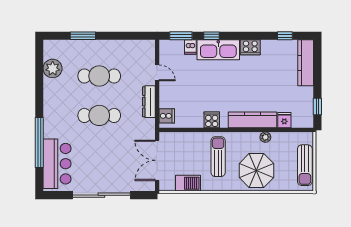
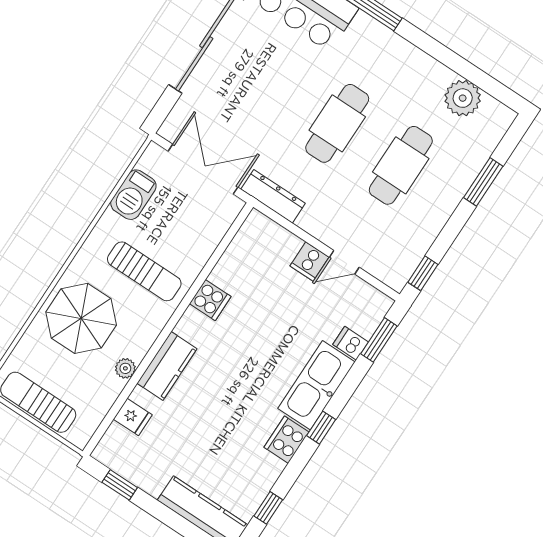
window: (140, 36) -> (423, 273), added
window: (212, 36) -> (321, 428), moved
dresser: (149, 102) -> (273, 196), moved
cooker: (167, 116) -> (310, 261), moved
kitchen counter: (253, 120) -> (167, 366), width x0.67

